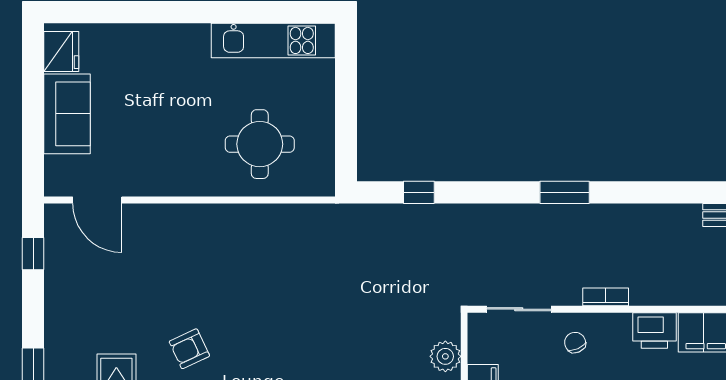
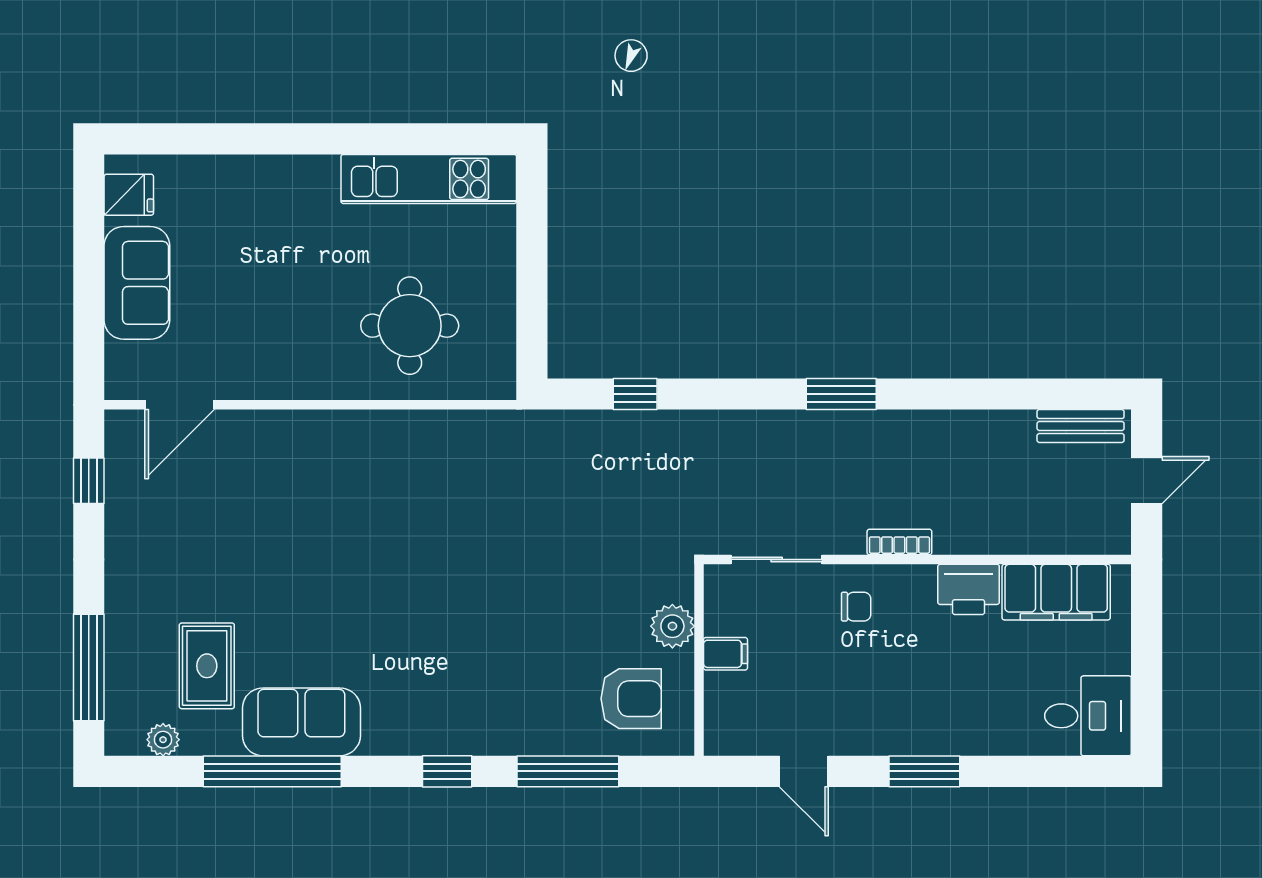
fridge: (61, 52) -> (129, 195), width x0.72
door: (97, 200) -> (180, 405), hinge flipped
chair: (575, 343) -> (856, 607), turned 114
armchair: (189, 349) -> (310, 615), removed

